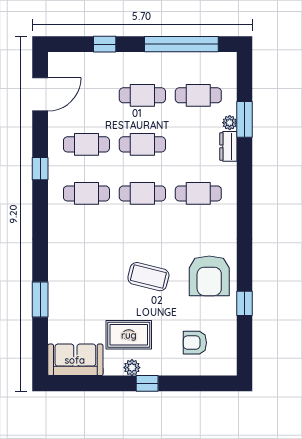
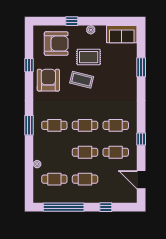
door: (40, 94) -> (141, 180), hinge flipped
window: (245, 119) -> (29, 125), moved
dresser: (228, 146) -> (38, 151), removed
rug: (129, 335) -> (89, 57), moved
armchair: (195, 343) -> (56, 44), width x1.88, depth x1.88
window: (147, 383) -> (72, 21), moved

